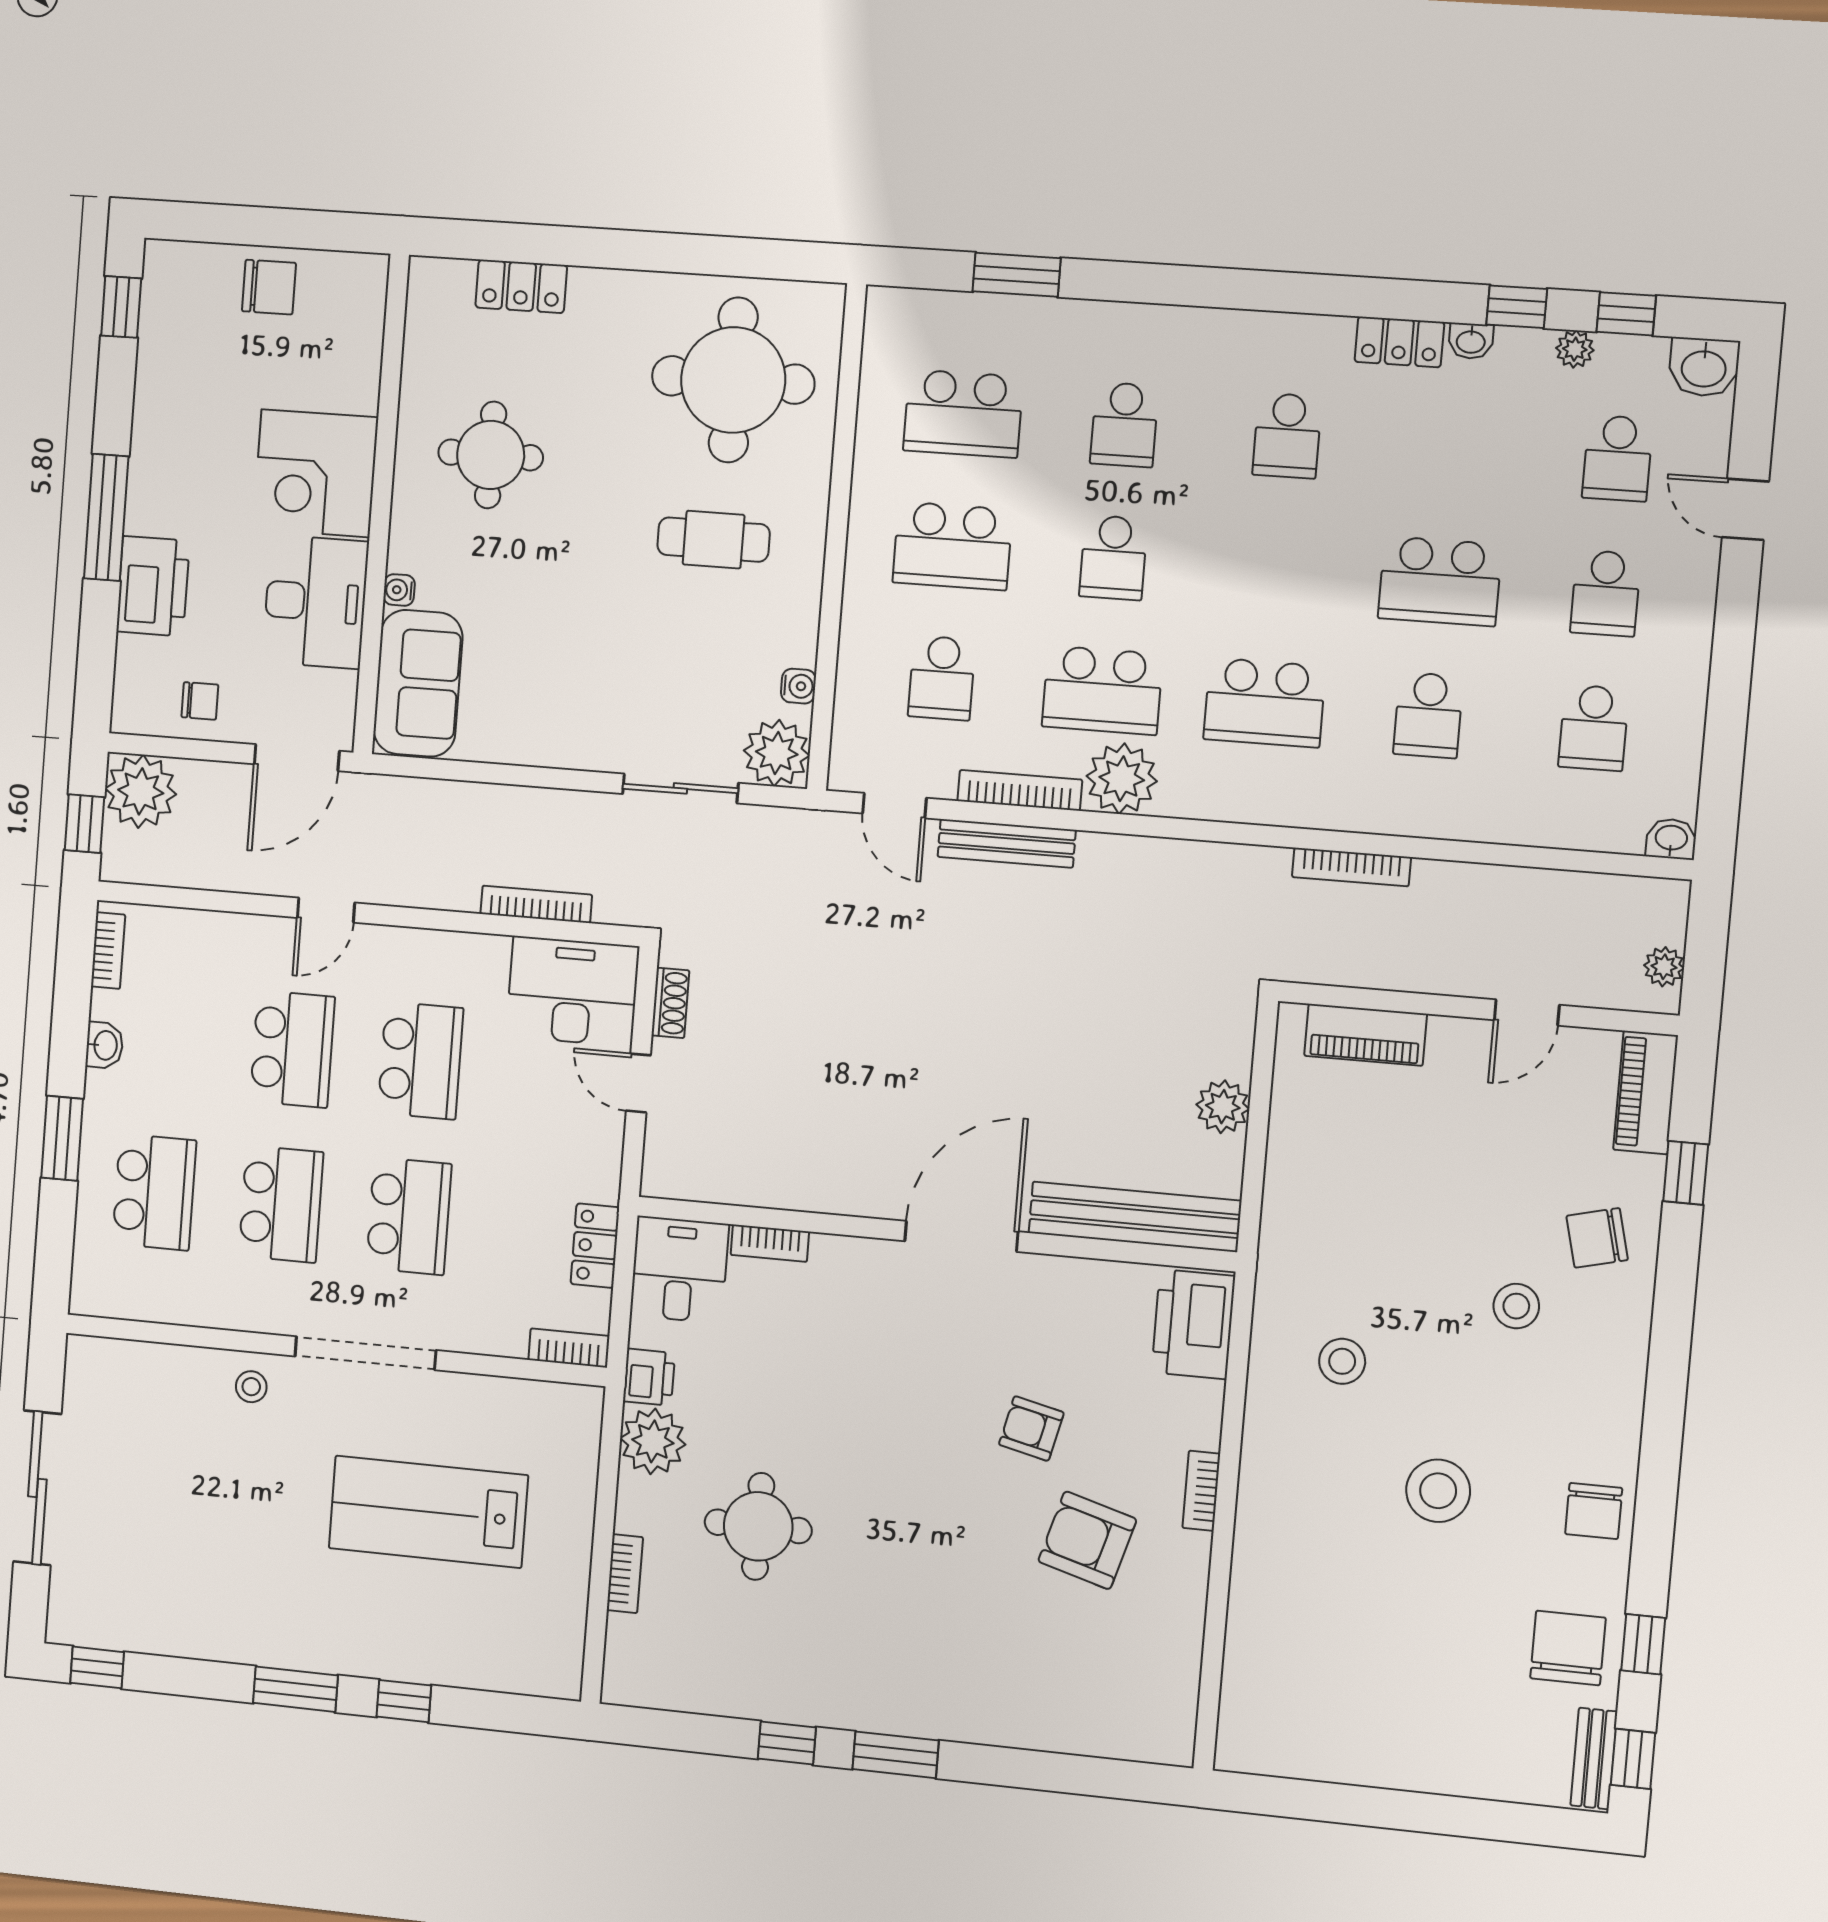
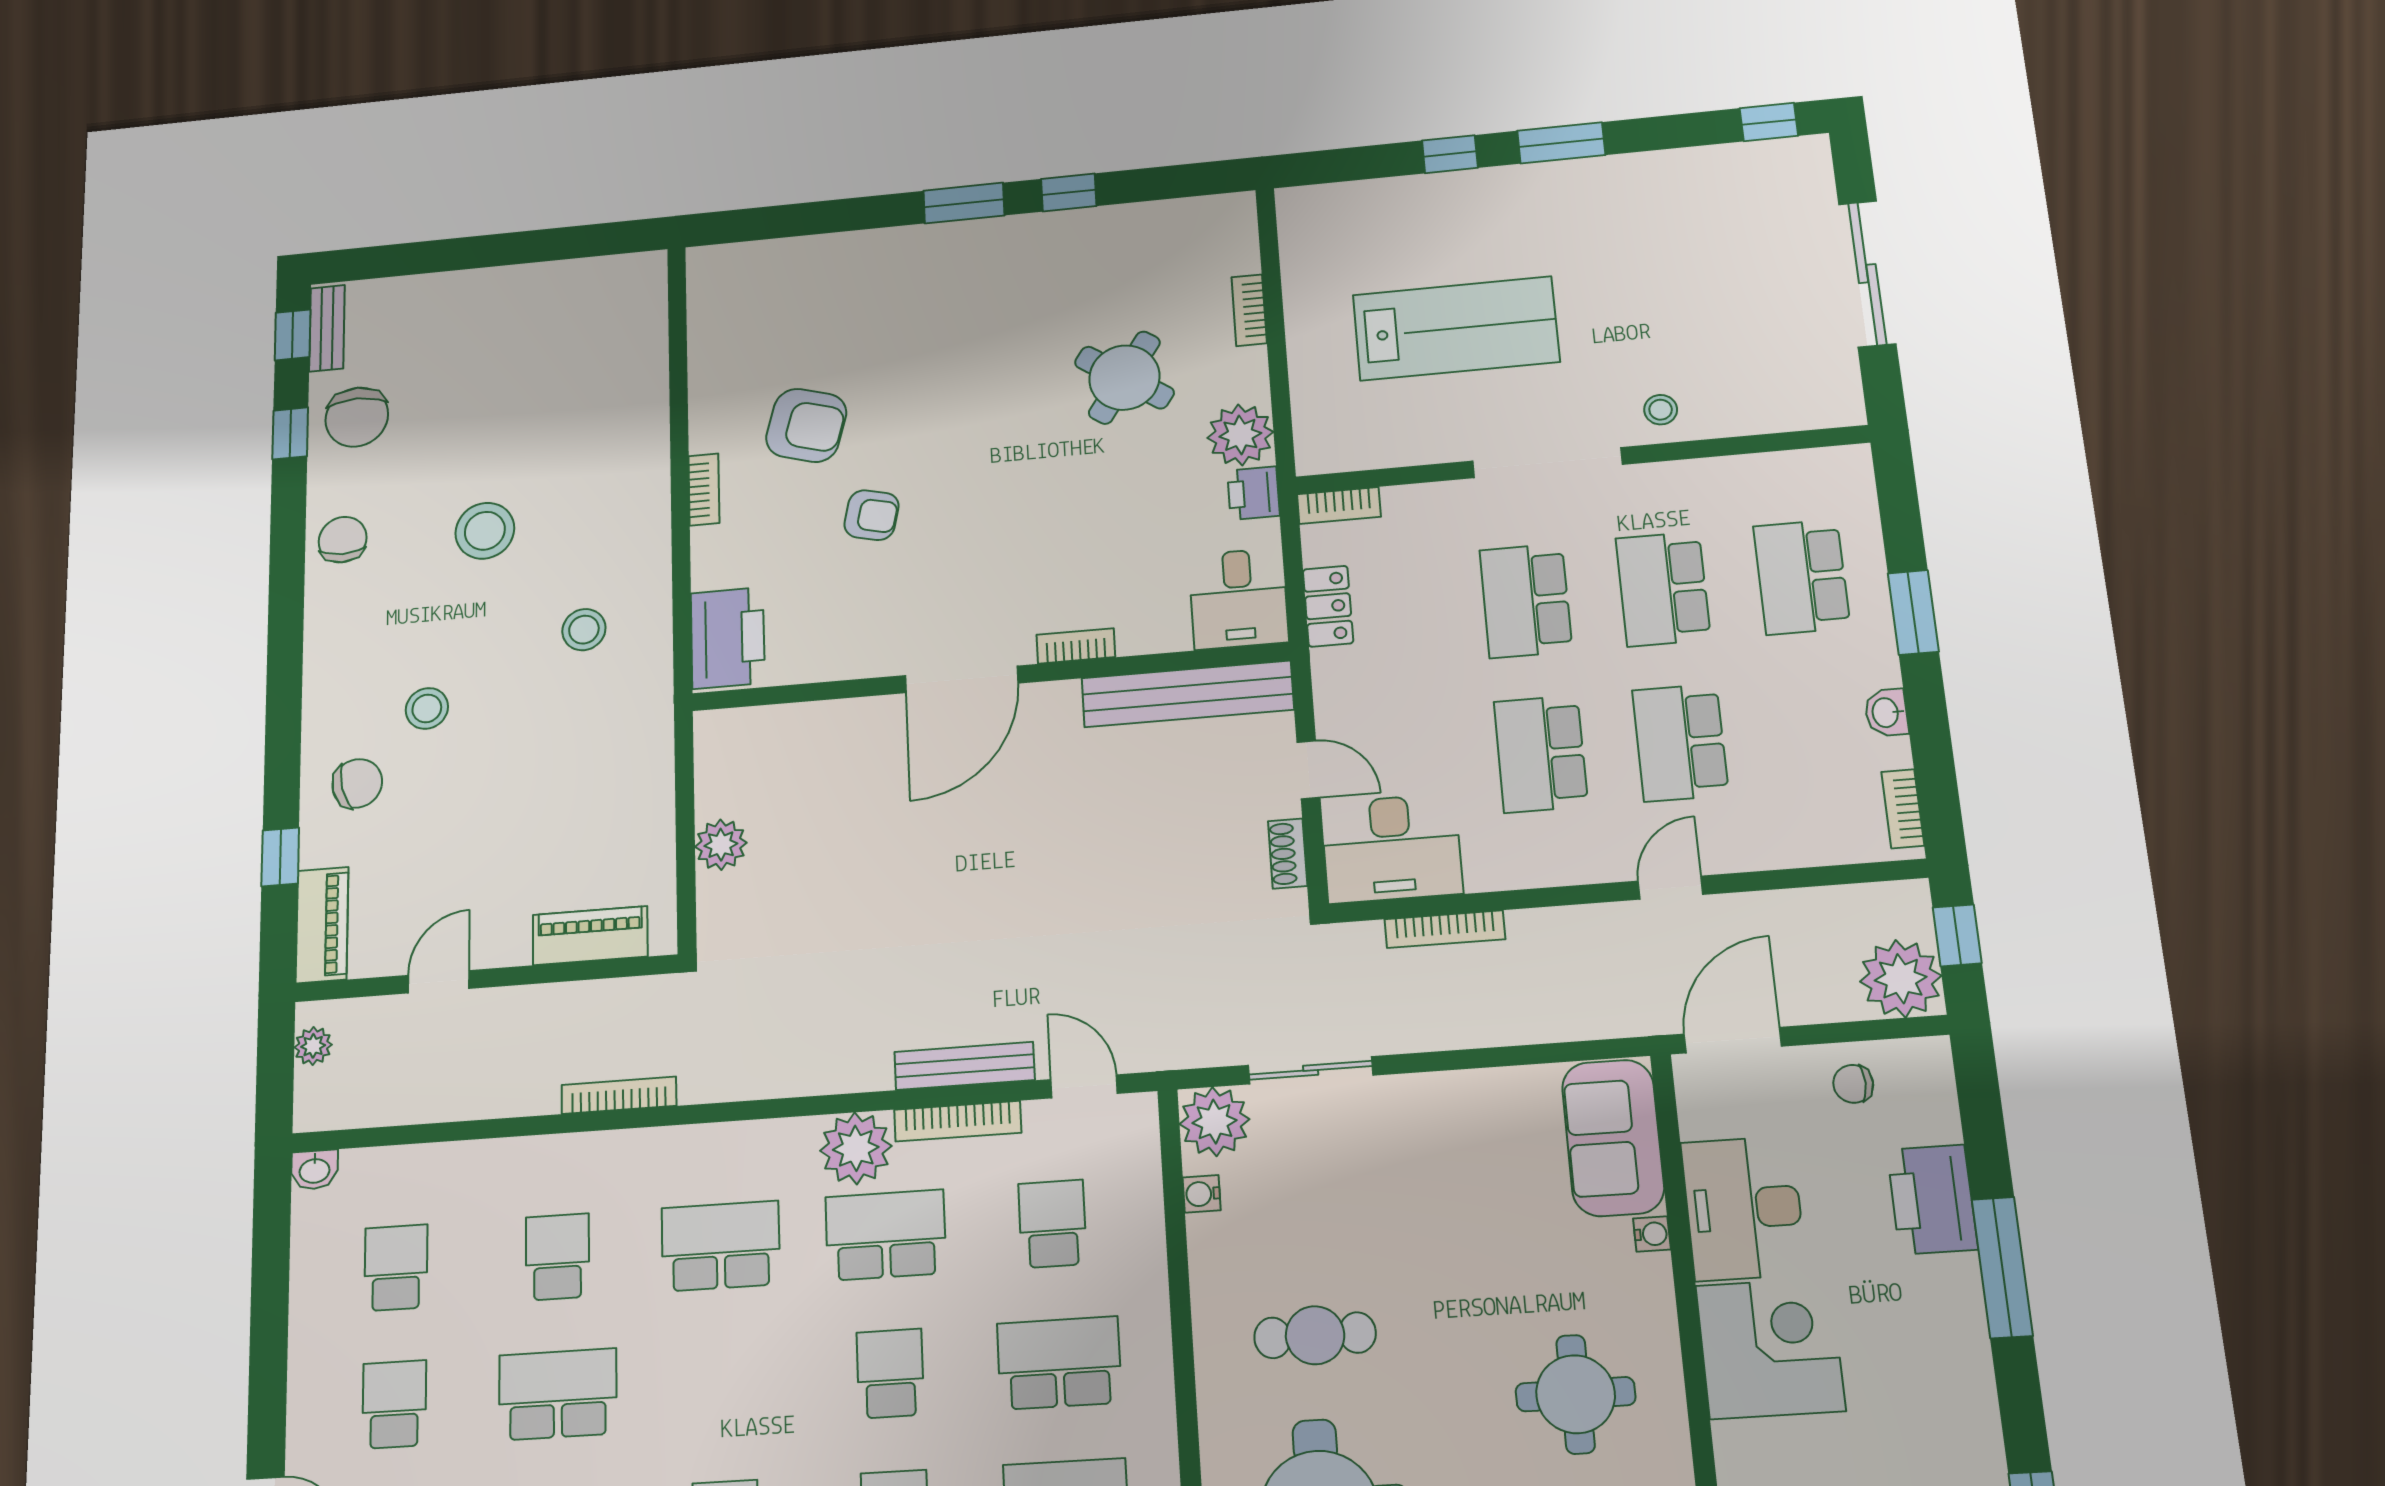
bench: (1135, 1217) -> (1187, 694), moved
bookcase: (770, 1243) -> (1076, 646), moved
round table: (758, 1526) -> (1124, 378), turned 34

